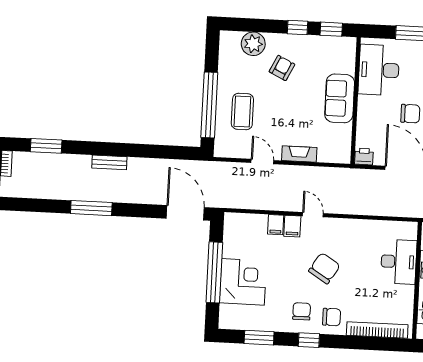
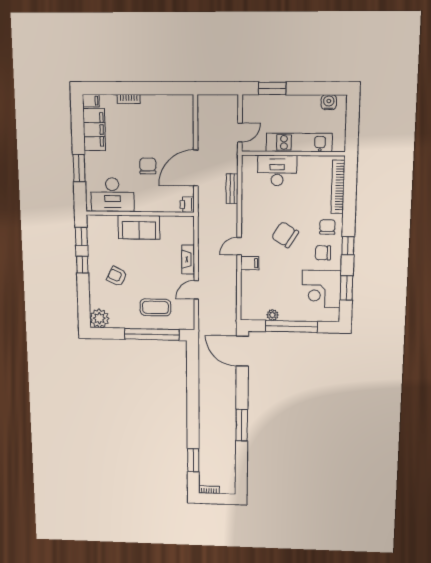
plant: (253, 44) -> (99, 318), moved
bench: (109, 162) -> (232, 189), moved
door: (185, 213) -> (242, 351), hinge flipped
filing cabinet: (276, 225) -> (249, 277), removed
plant: (229, 250) -> (273, 315), added
corner desk: (243, 282) -> (321, 289), moved, turned -90

